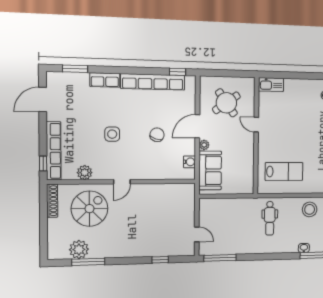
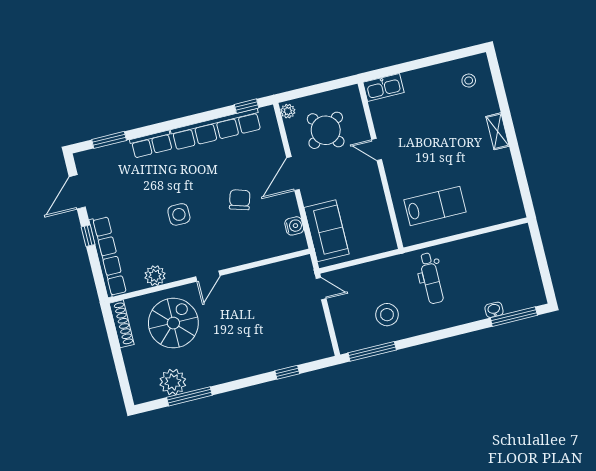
plant: (204, 145) -> (288, 111), moved
window: (43, 164) -> (88, 236), moved
stool: (310, 209) -> (387, 315), moved
door: (197, 234) -> (321, 289), moved

